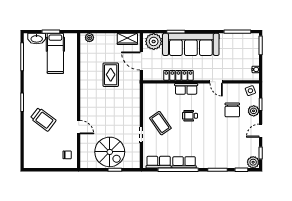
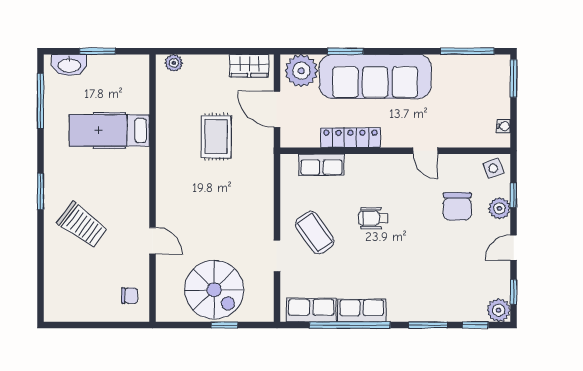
hospital bed: (55, 53) -> (109, 130), moved, turned 90
row of seats: (186, 89) -> (321, 165), moved

